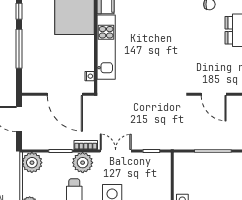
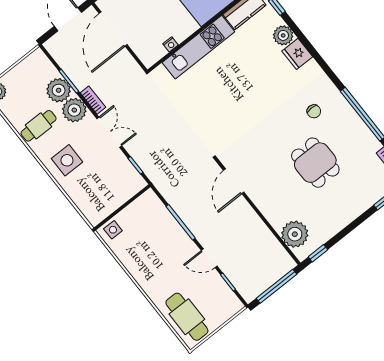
nightstand: (90, 76) -> (171, 44), moved
door: (65, 94) -> (113, 29), moved
plant: (32, 163) -> (59, 90), moved

